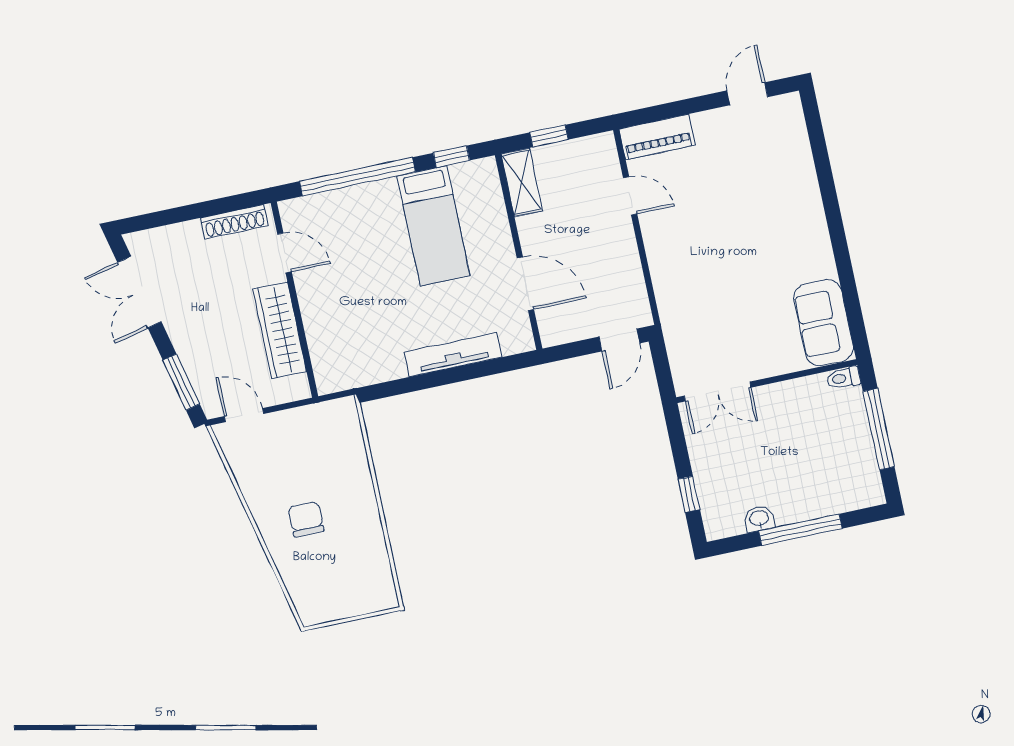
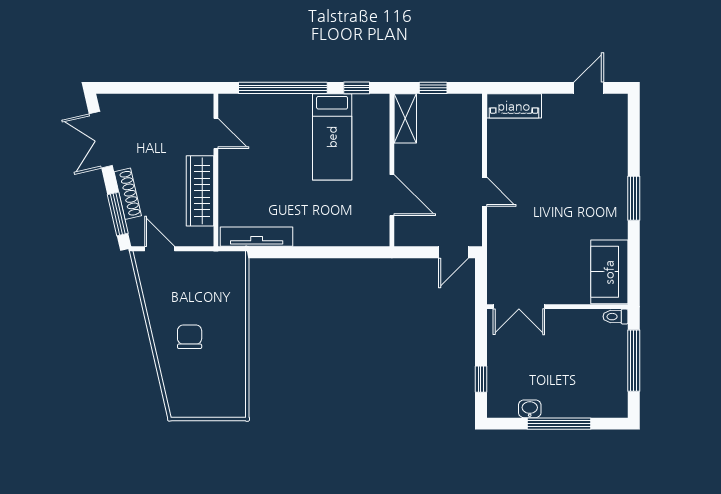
door: (630, 196) -> (484, 192), moved
shoe rack: (234, 222) -> (128, 194), moved, turned -103
window: (835, 222) -> (634, 198), added
tv unit: (453, 355) -> (257, 237), moved

